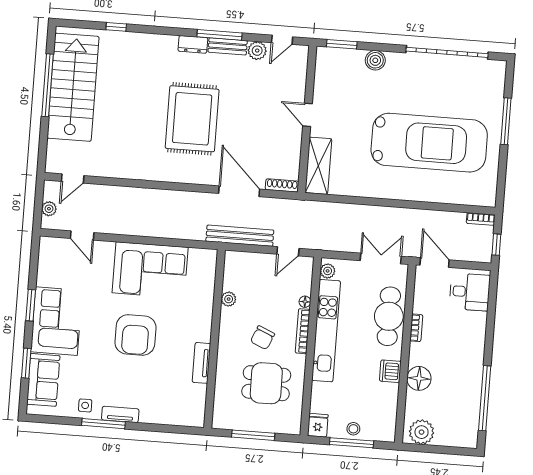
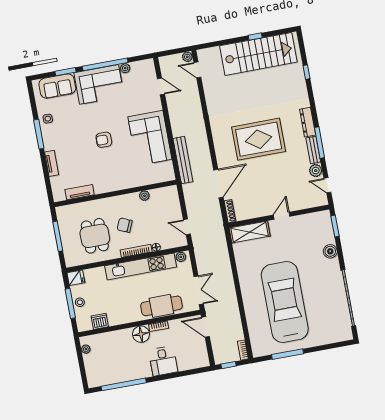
dresser: (193, 44) -> (308, 122), width x1.44
window: (48, 85) -> (255, 37), width x0.32
window: (506, 121) -> (288, 354), moved
car: (429, 143) -> (285, 302), turned 180
plant: (49, 209) -> (187, 57), moved
door: (82, 235) -> (161, 86), swing flipped
bench: (240, 236) -> (183, 160), moved
door: (435, 263) -> (205, 327), swing flipped
plant: (43, 279) -> (125, 68), added
desk: (470, 292) -> (163, 361), moved
window: (31, 305) -> (105, 64), width x2.11
armchair: (135, 335) -> (104, 140), width x0.53, depth x0.53
tv unit: (202, 363) -> (80, 192), moved
dishwasher: (390, 371) -> (100, 321), moved
floor lamp: (419, 378) -> (141, 334), moved
tv unit: (120, 414) -> (52, 163), moved
plant: (422, 432) -> (86, 349), width x0.53, depth x0.53

